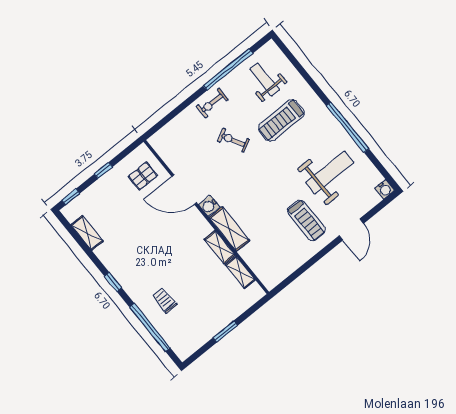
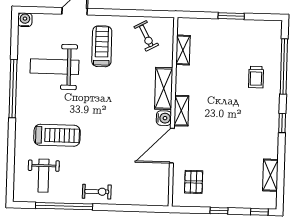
exercise bike: (233, 140) -> (146, 36), moved
pallet: (143, 176) -> (194, 182), turned 90
door: (184, 190) -> (172, 146), swing flipped
shelving: (220, 247) -> (181, 111), moved

